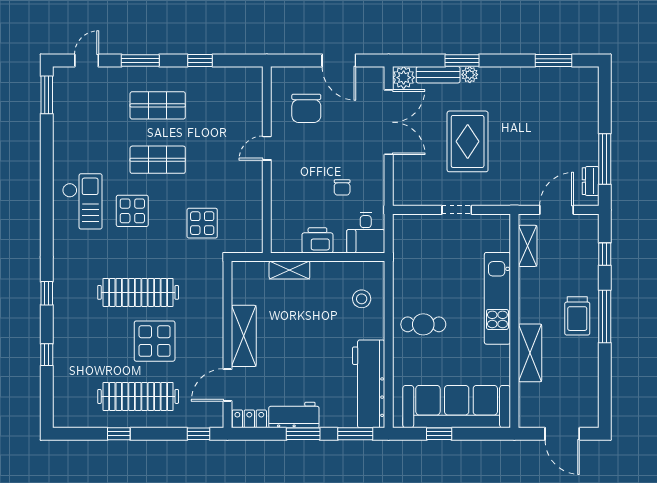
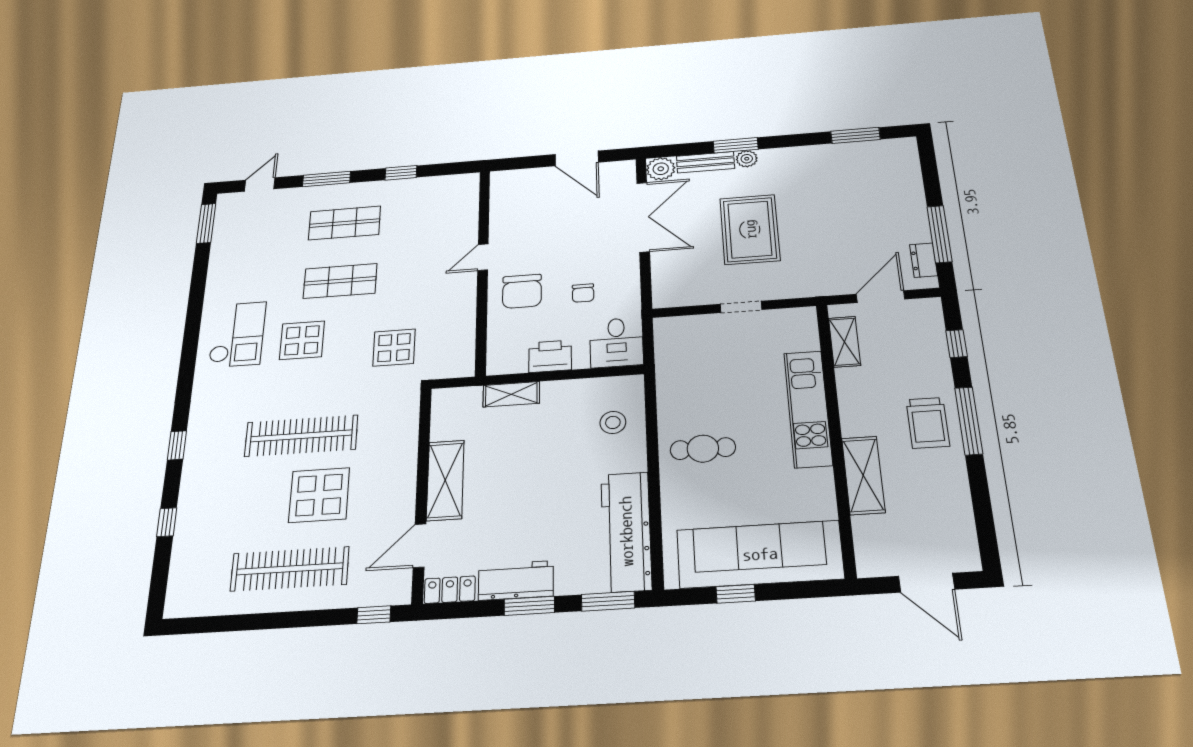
chair: (306, 108) -> (522, 291), moved
window: (119, 434) -> (257, 622), removed

